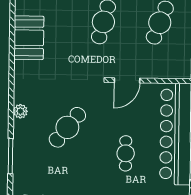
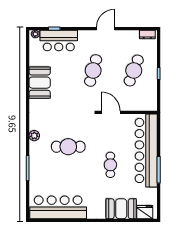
door: (127, 80) -> (111, 112), swing flipped
cafe table: (67, 127) -> (68, 147), turned 51

